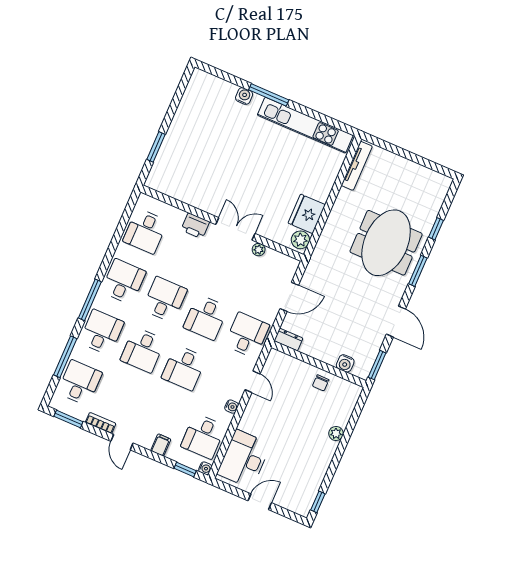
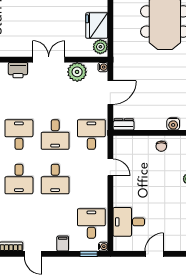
plant: (259, 250) -> (77, 72), width x1.87, depth x1.87
water cooler: (232, 407) -> (103, 67), moved
desk: (203, 436) -> (91, 223), turned 180
desk: (244, 459) -> (129, 222), width x0.73

